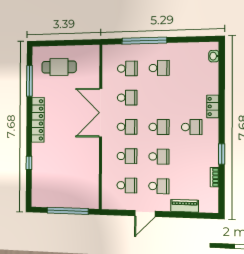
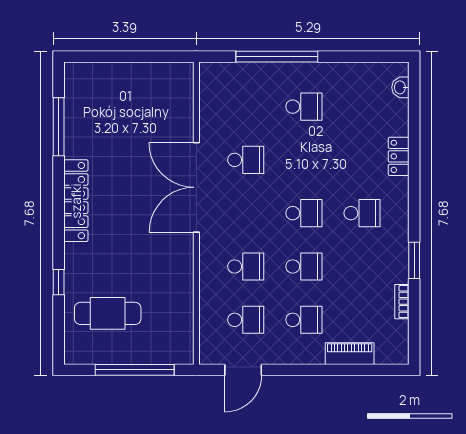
cafe table: (59, 67) -> (108, 313), moved
school desk: (127, 68) -> (246, 107), removed
locker: (213, 106) -> (399, 156), moved
school desk: (127, 127) -> (246, 213), removed
door: (145, 213) -> (243, 370), moved

